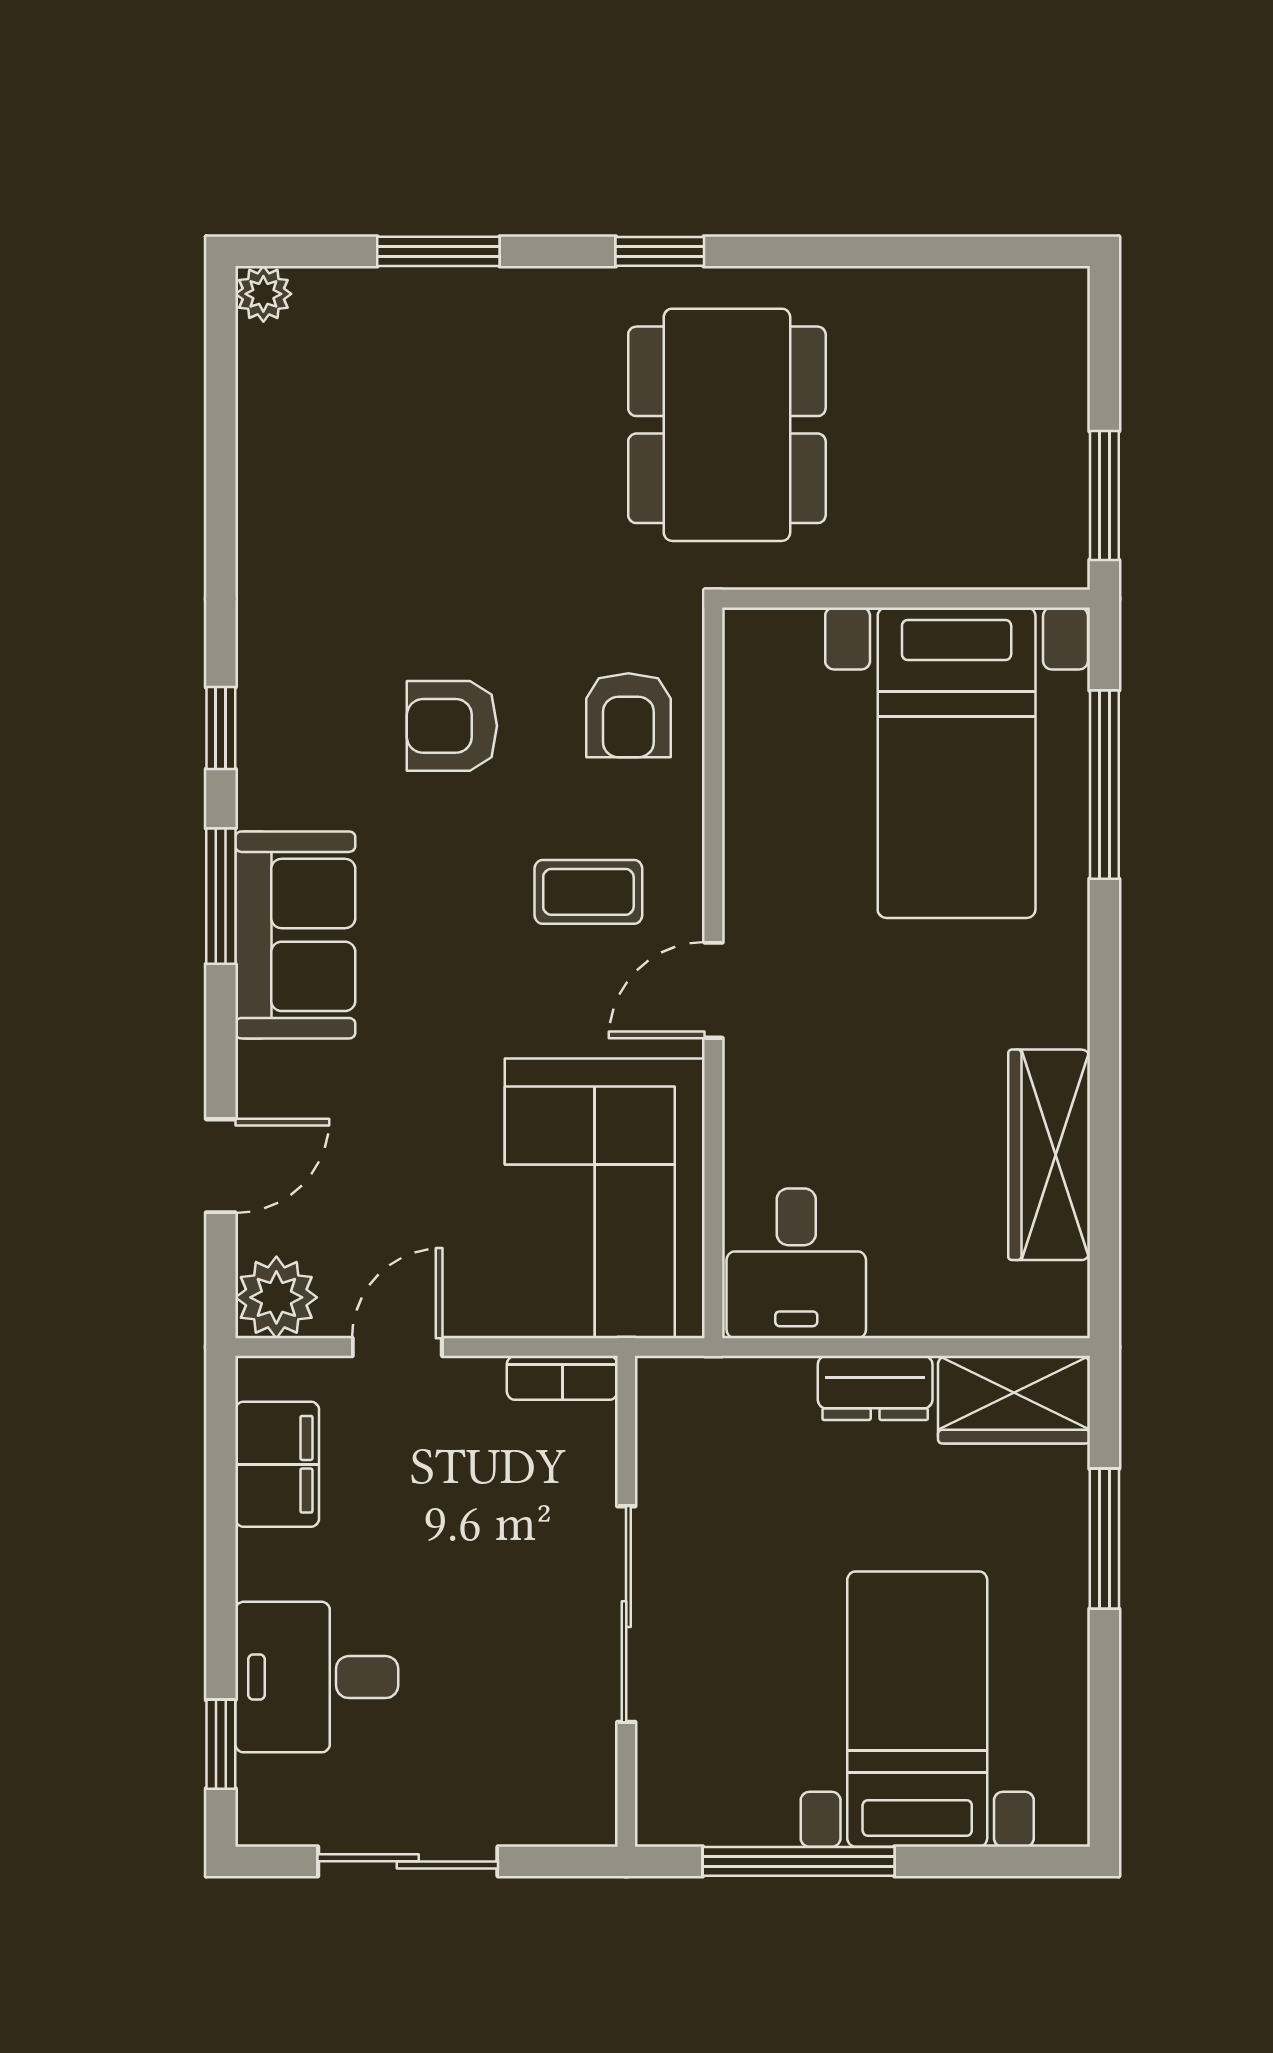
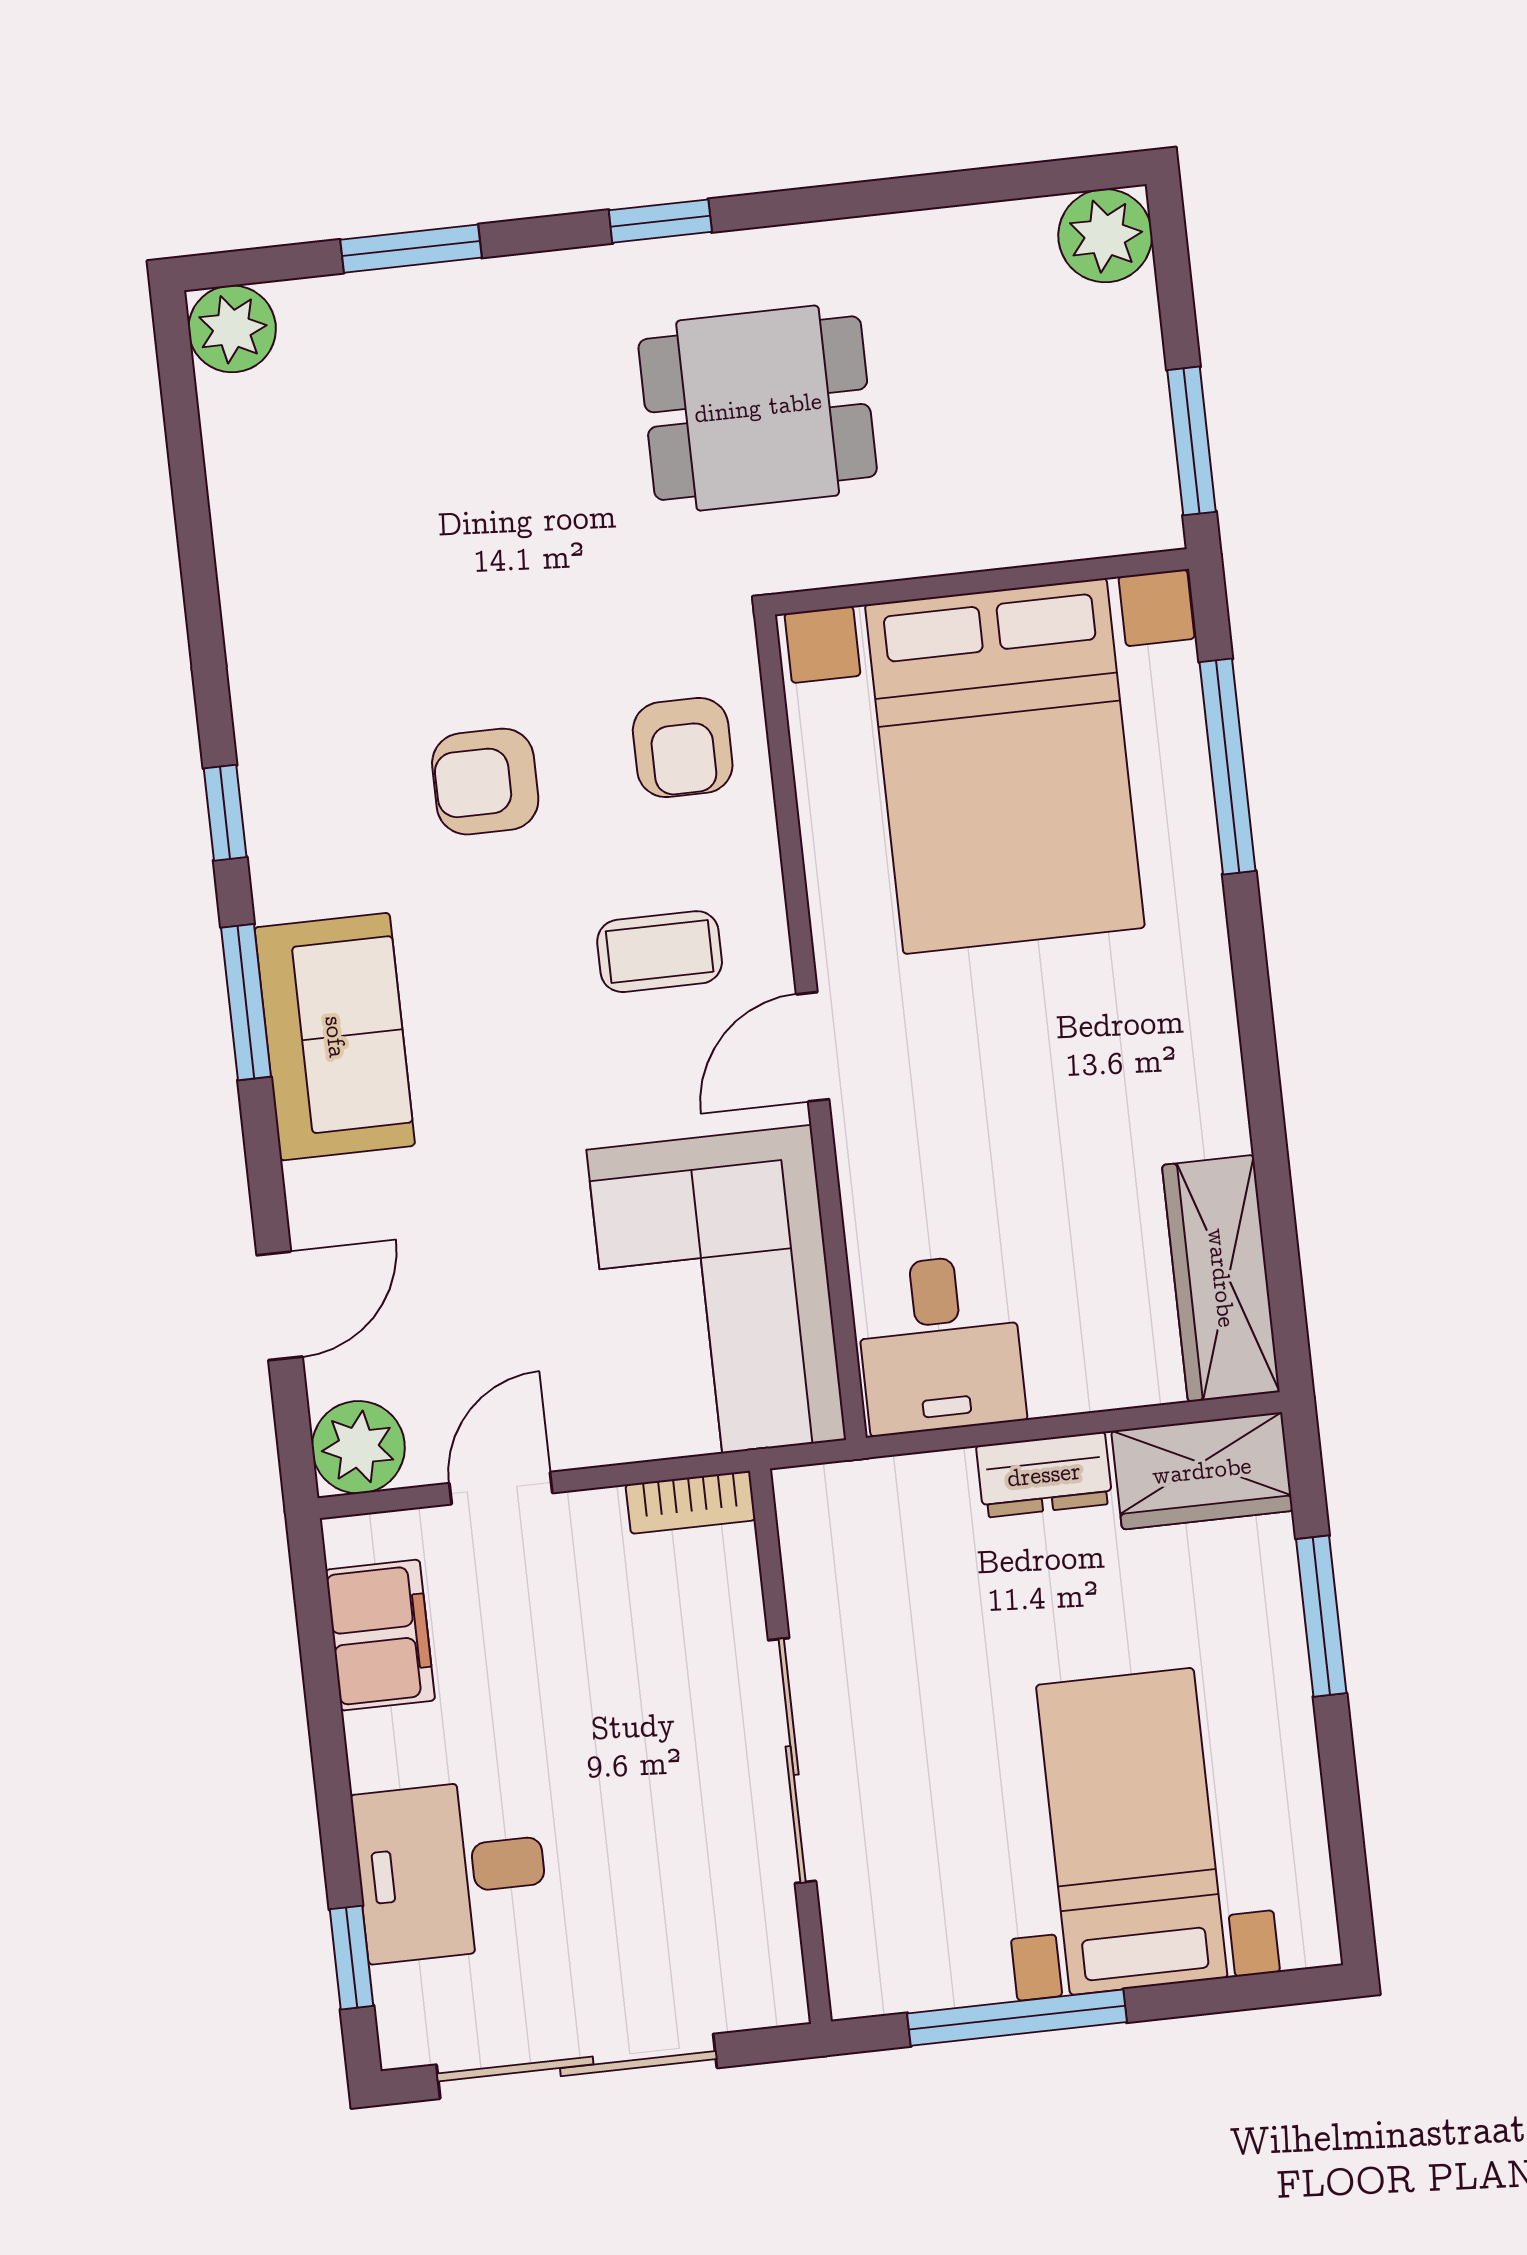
plant: (263, 294) -> (232, 329), width x1.38, depth x1.38
plant: (1048, 307) -> (1105, 236), added
dining table: (727, 425) -> (758, 408), width x0.73
bed with nightstands: (957, 763) -> (1005, 766), width x1.36
wardrobe: (1049, 1155) -> (1221, 1278), moved
sliding door: (408, 1861) -> (577, 2066), width x1.37

